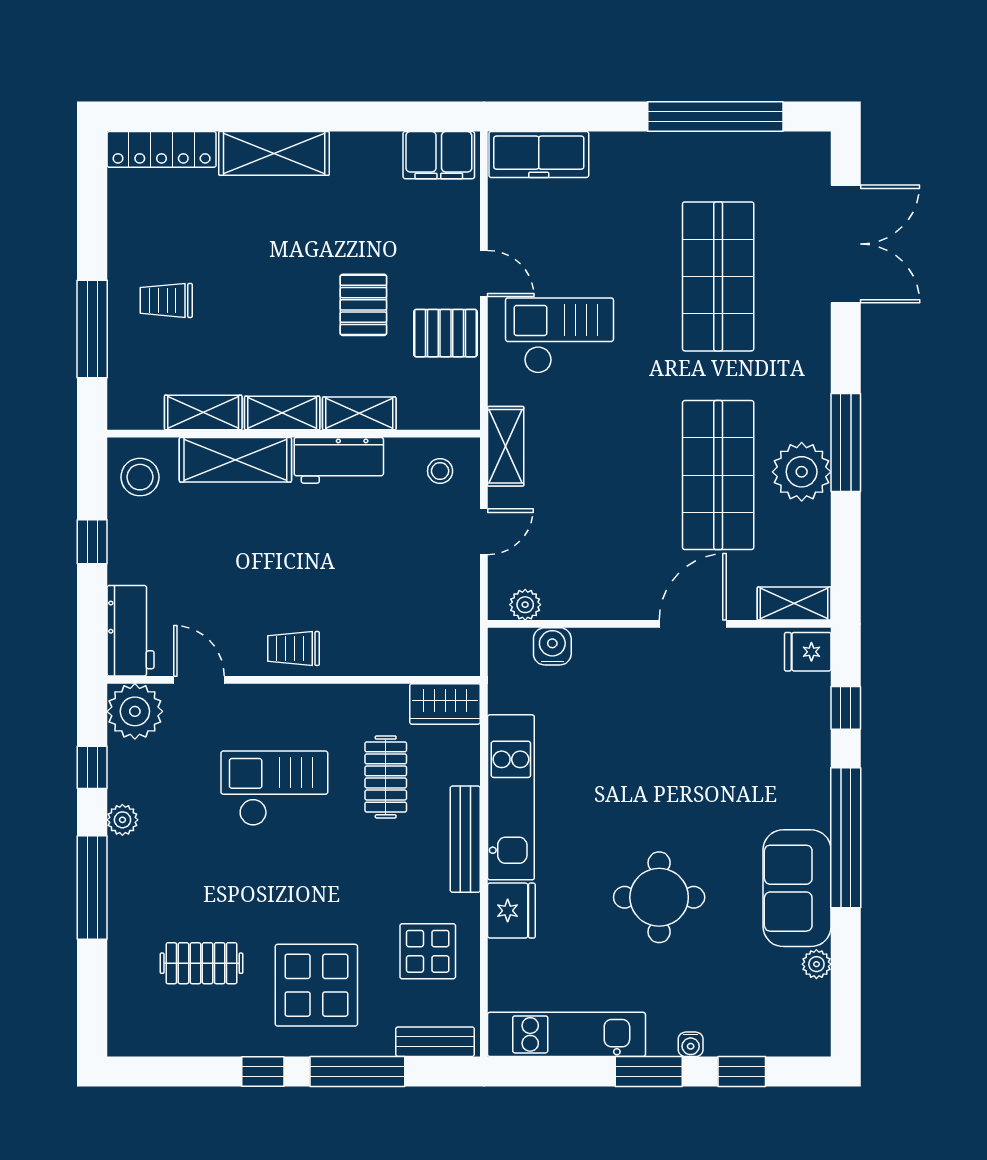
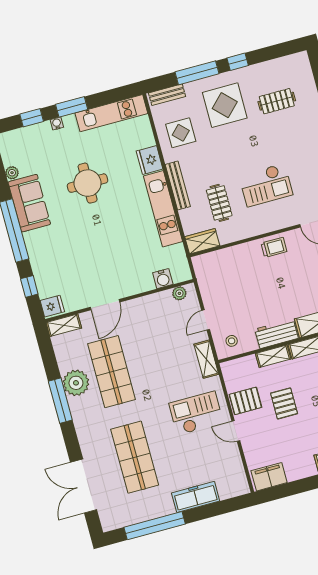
freezer: (539, 154) -> (196, 497), moved
checkout: (559, 336) -> (196, 413), turned 180

